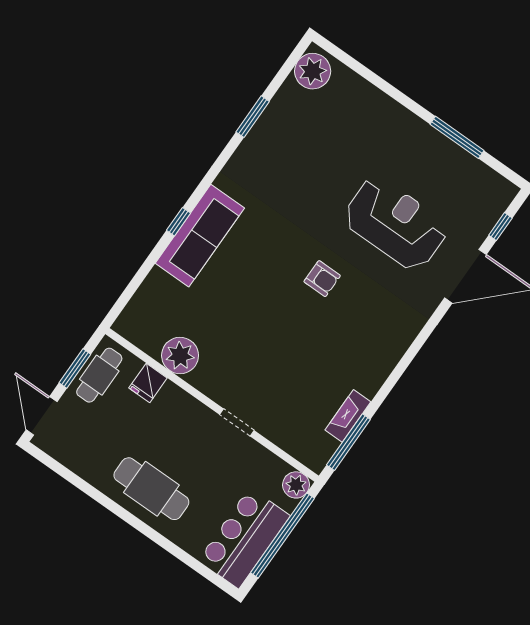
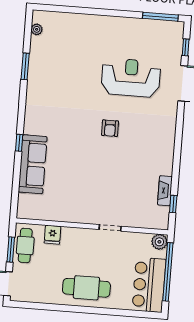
plant: (313, 71) -> (37, 29), width x0.53, depth x0.53
window: (457, 137) -> (160, 17), moved
sofa: (200, 236) -> (33, 164), moved
armchair: (322, 279) -> (110, 128), turned 90
plant: (180, 356) -> (61, 211), removed
window: (348, 442) -> (173, 204), width x0.46

